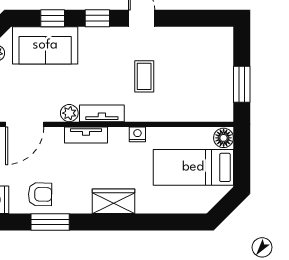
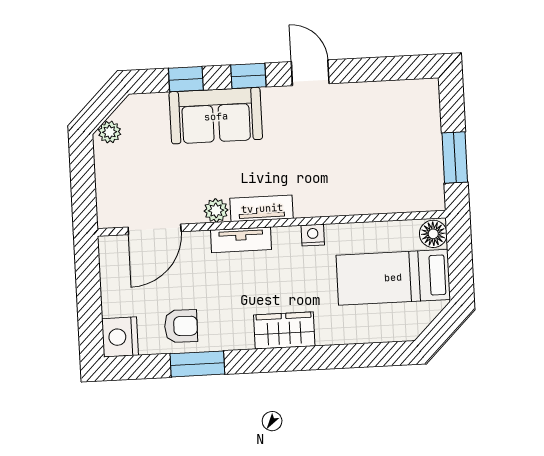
sofa: (45, 45) -> (216, 116), moved
coffee table: (144, 76) -> (318, 154), removed

